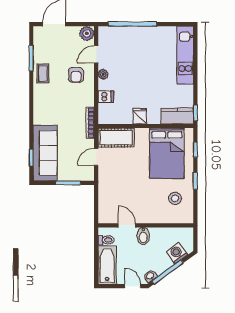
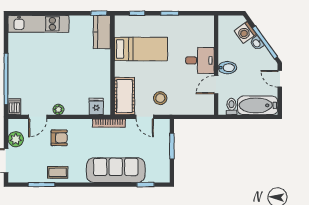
plant: (87, 33) -> (16, 139), moved
door: (96, 54) -> (38, 117), hinge flipped
dishwasher: (106, 97) -> (14, 107), moved
fridge: (140, 116) -> (96, 106), moved, turned 90
sofa: (45, 153) -> (116, 170), moved
bed: (167, 153) -> (141, 49), width x0.67
stool: (175, 198) -> (160, 98), moved
desk: (150, 210) -> (200, 60), added
washbasin: (150, 276) -> (257, 43), moved
door: (133, 286) -> (280, 79), hinge flipped

